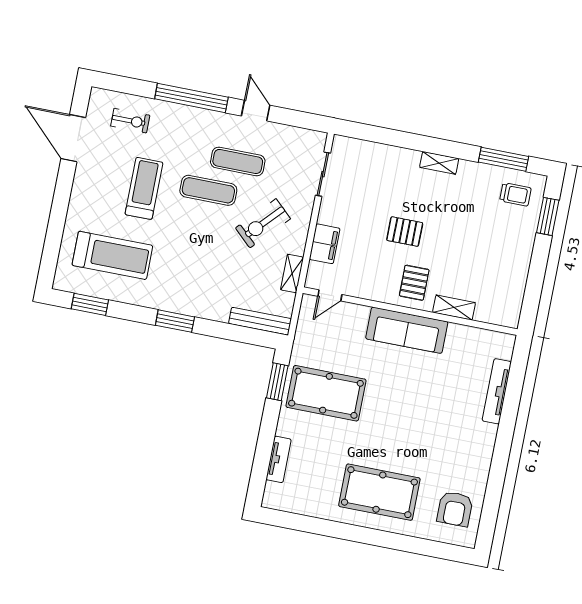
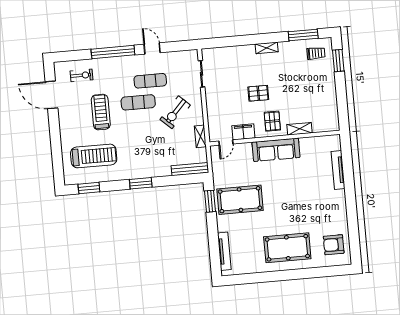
filing cabinet: (325, 244) -> (243, 132), moved, turned -90
tv unit: (279, 459) -> (224, 251), width x1.41
armchair: (455, 509) -> (334, 245), turned 90

